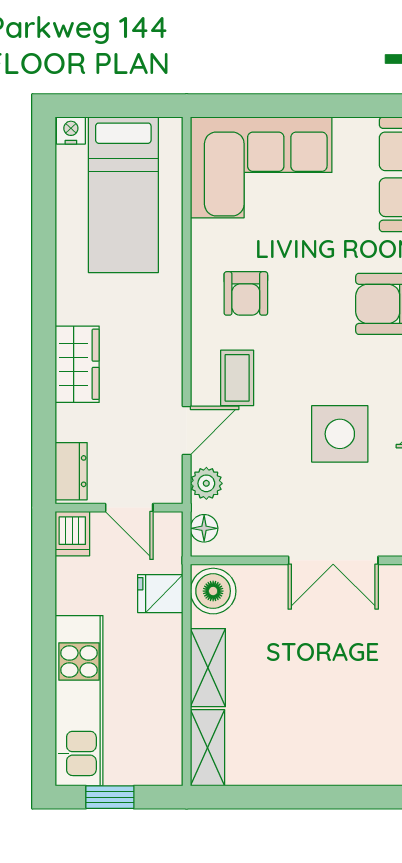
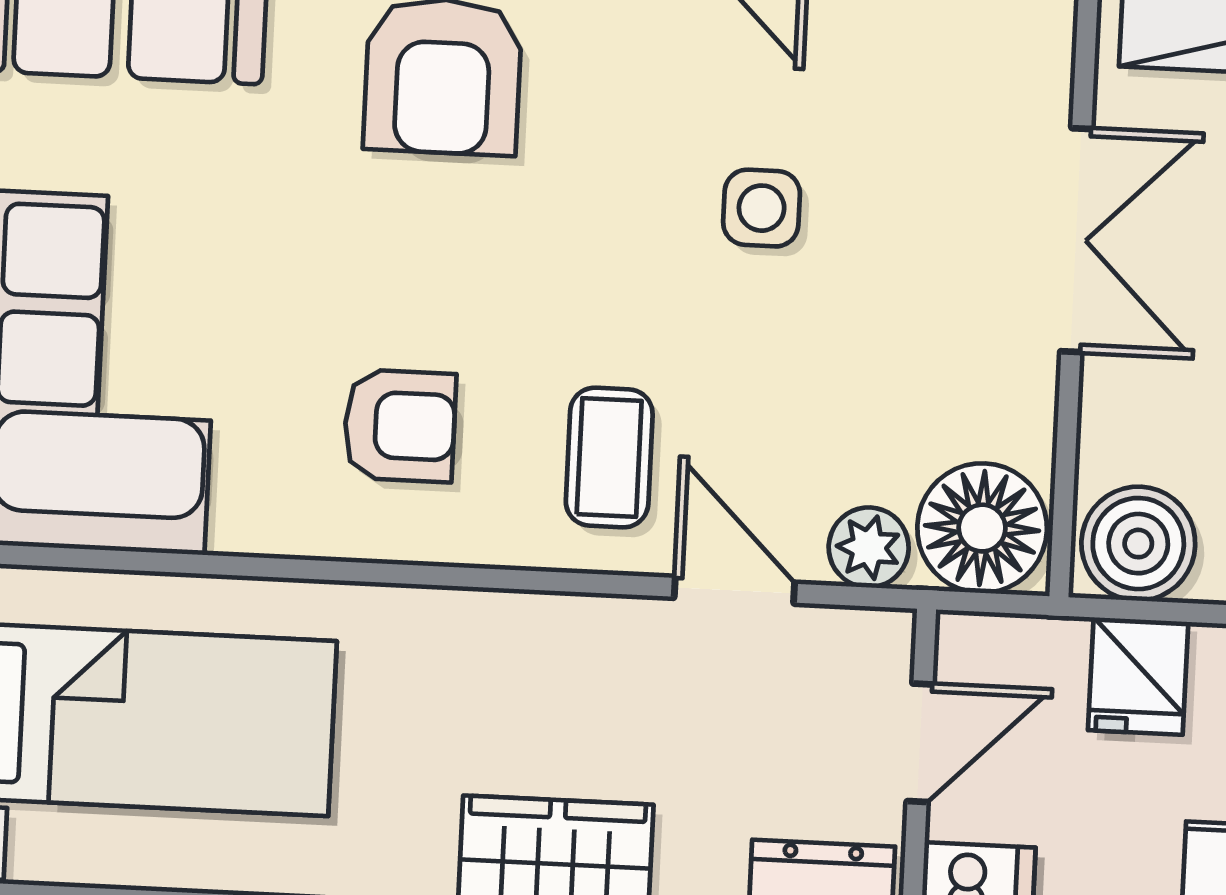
coffee table: (237, 378) -> (609, 458), turned 90
side table: (340, 434) -> (762, 208), width x0.54, depth x0.54
floor lamp: (204, 528) -> (982, 528), width x1.89, depth x1.89

